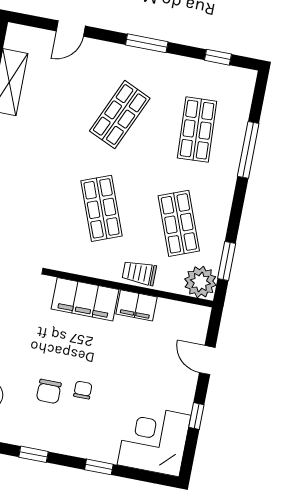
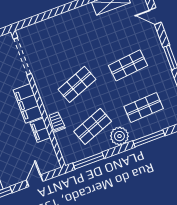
shop shelf: (120, 115) -> (128, 65), turned -30
window: (227, 261) -> (88, 161), width x1.44
plant: (200, 282) -> (119, 136), moved

